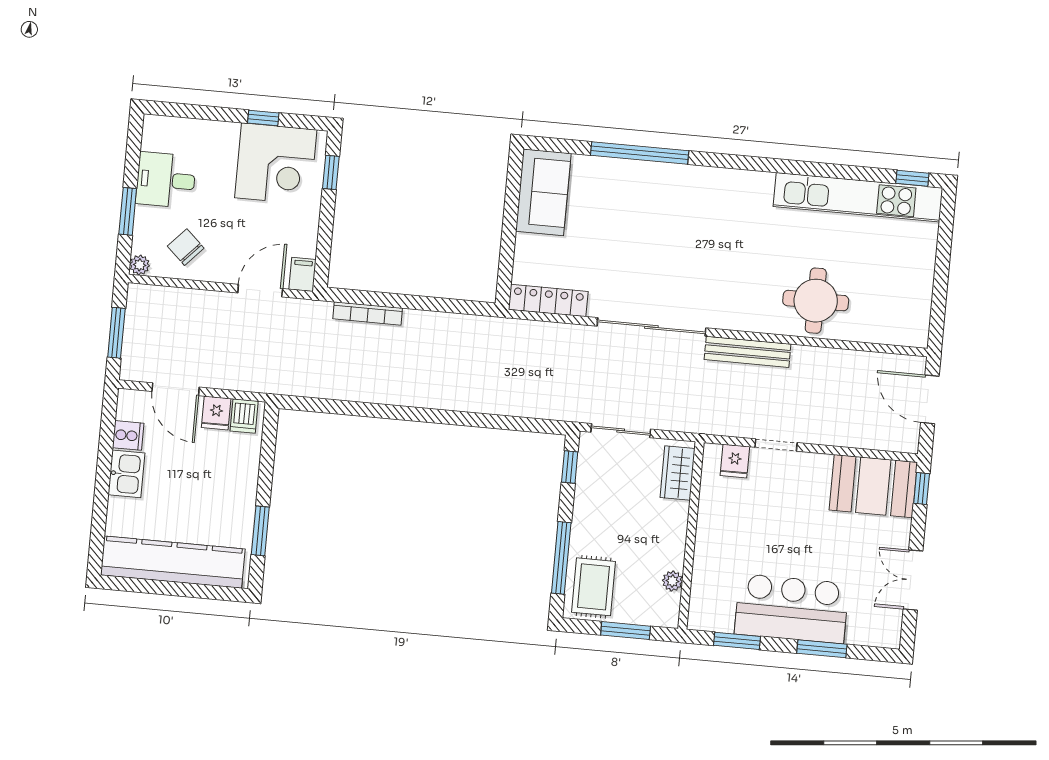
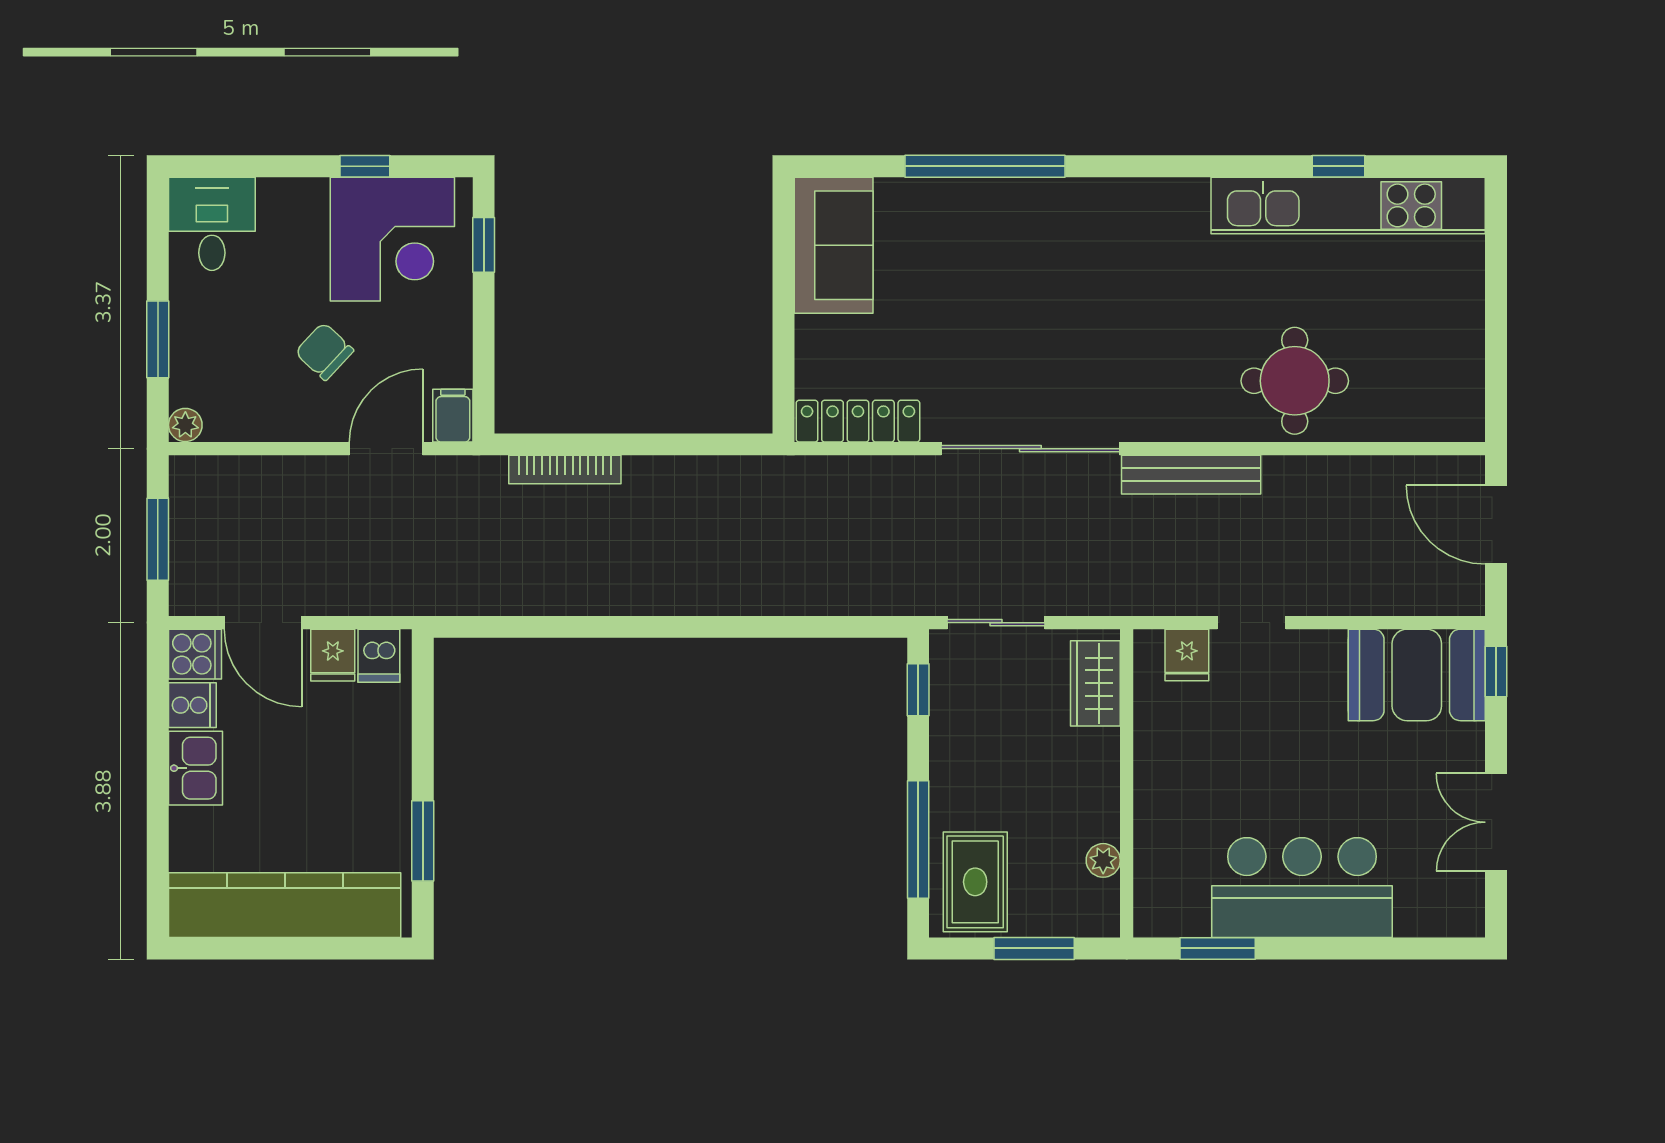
window: (912, 178) -> (1338, 166), moved
desk: (166, 180) -> (212, 224), moved, turned 90
chair: (186, 247) -> (324, 351), moved
cooker: (133, 405) -> (195, 654), added
window: (822, 649) -> (1357, 948), removed

